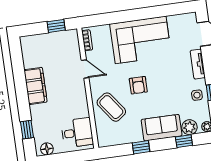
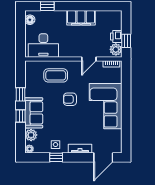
plant: (69, 37) -> (116, 49), added
printer: (52, 39) -> (116, 36), added
coffee table: (111, 107) -> (56, 75), turned 36
desk: (77, 133) -> (43, 45), width x1.37
window: (184, 141) -> (21, 116), moved

